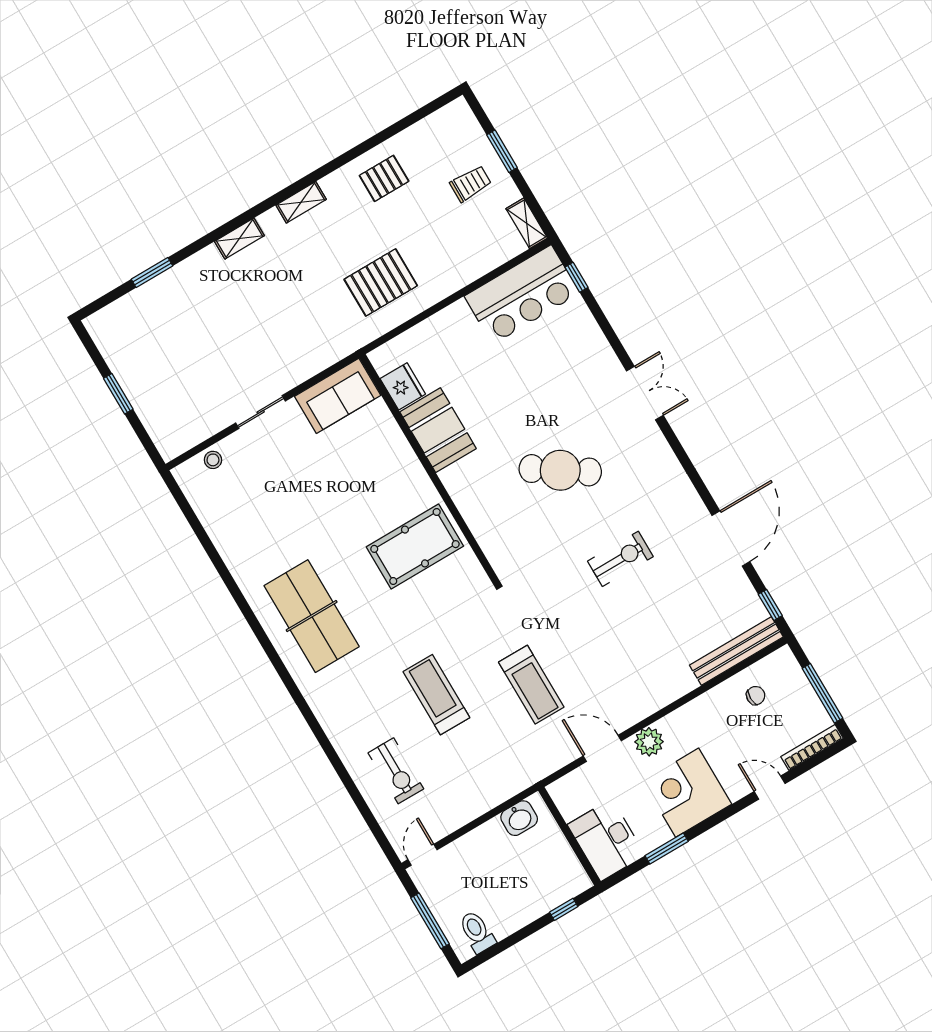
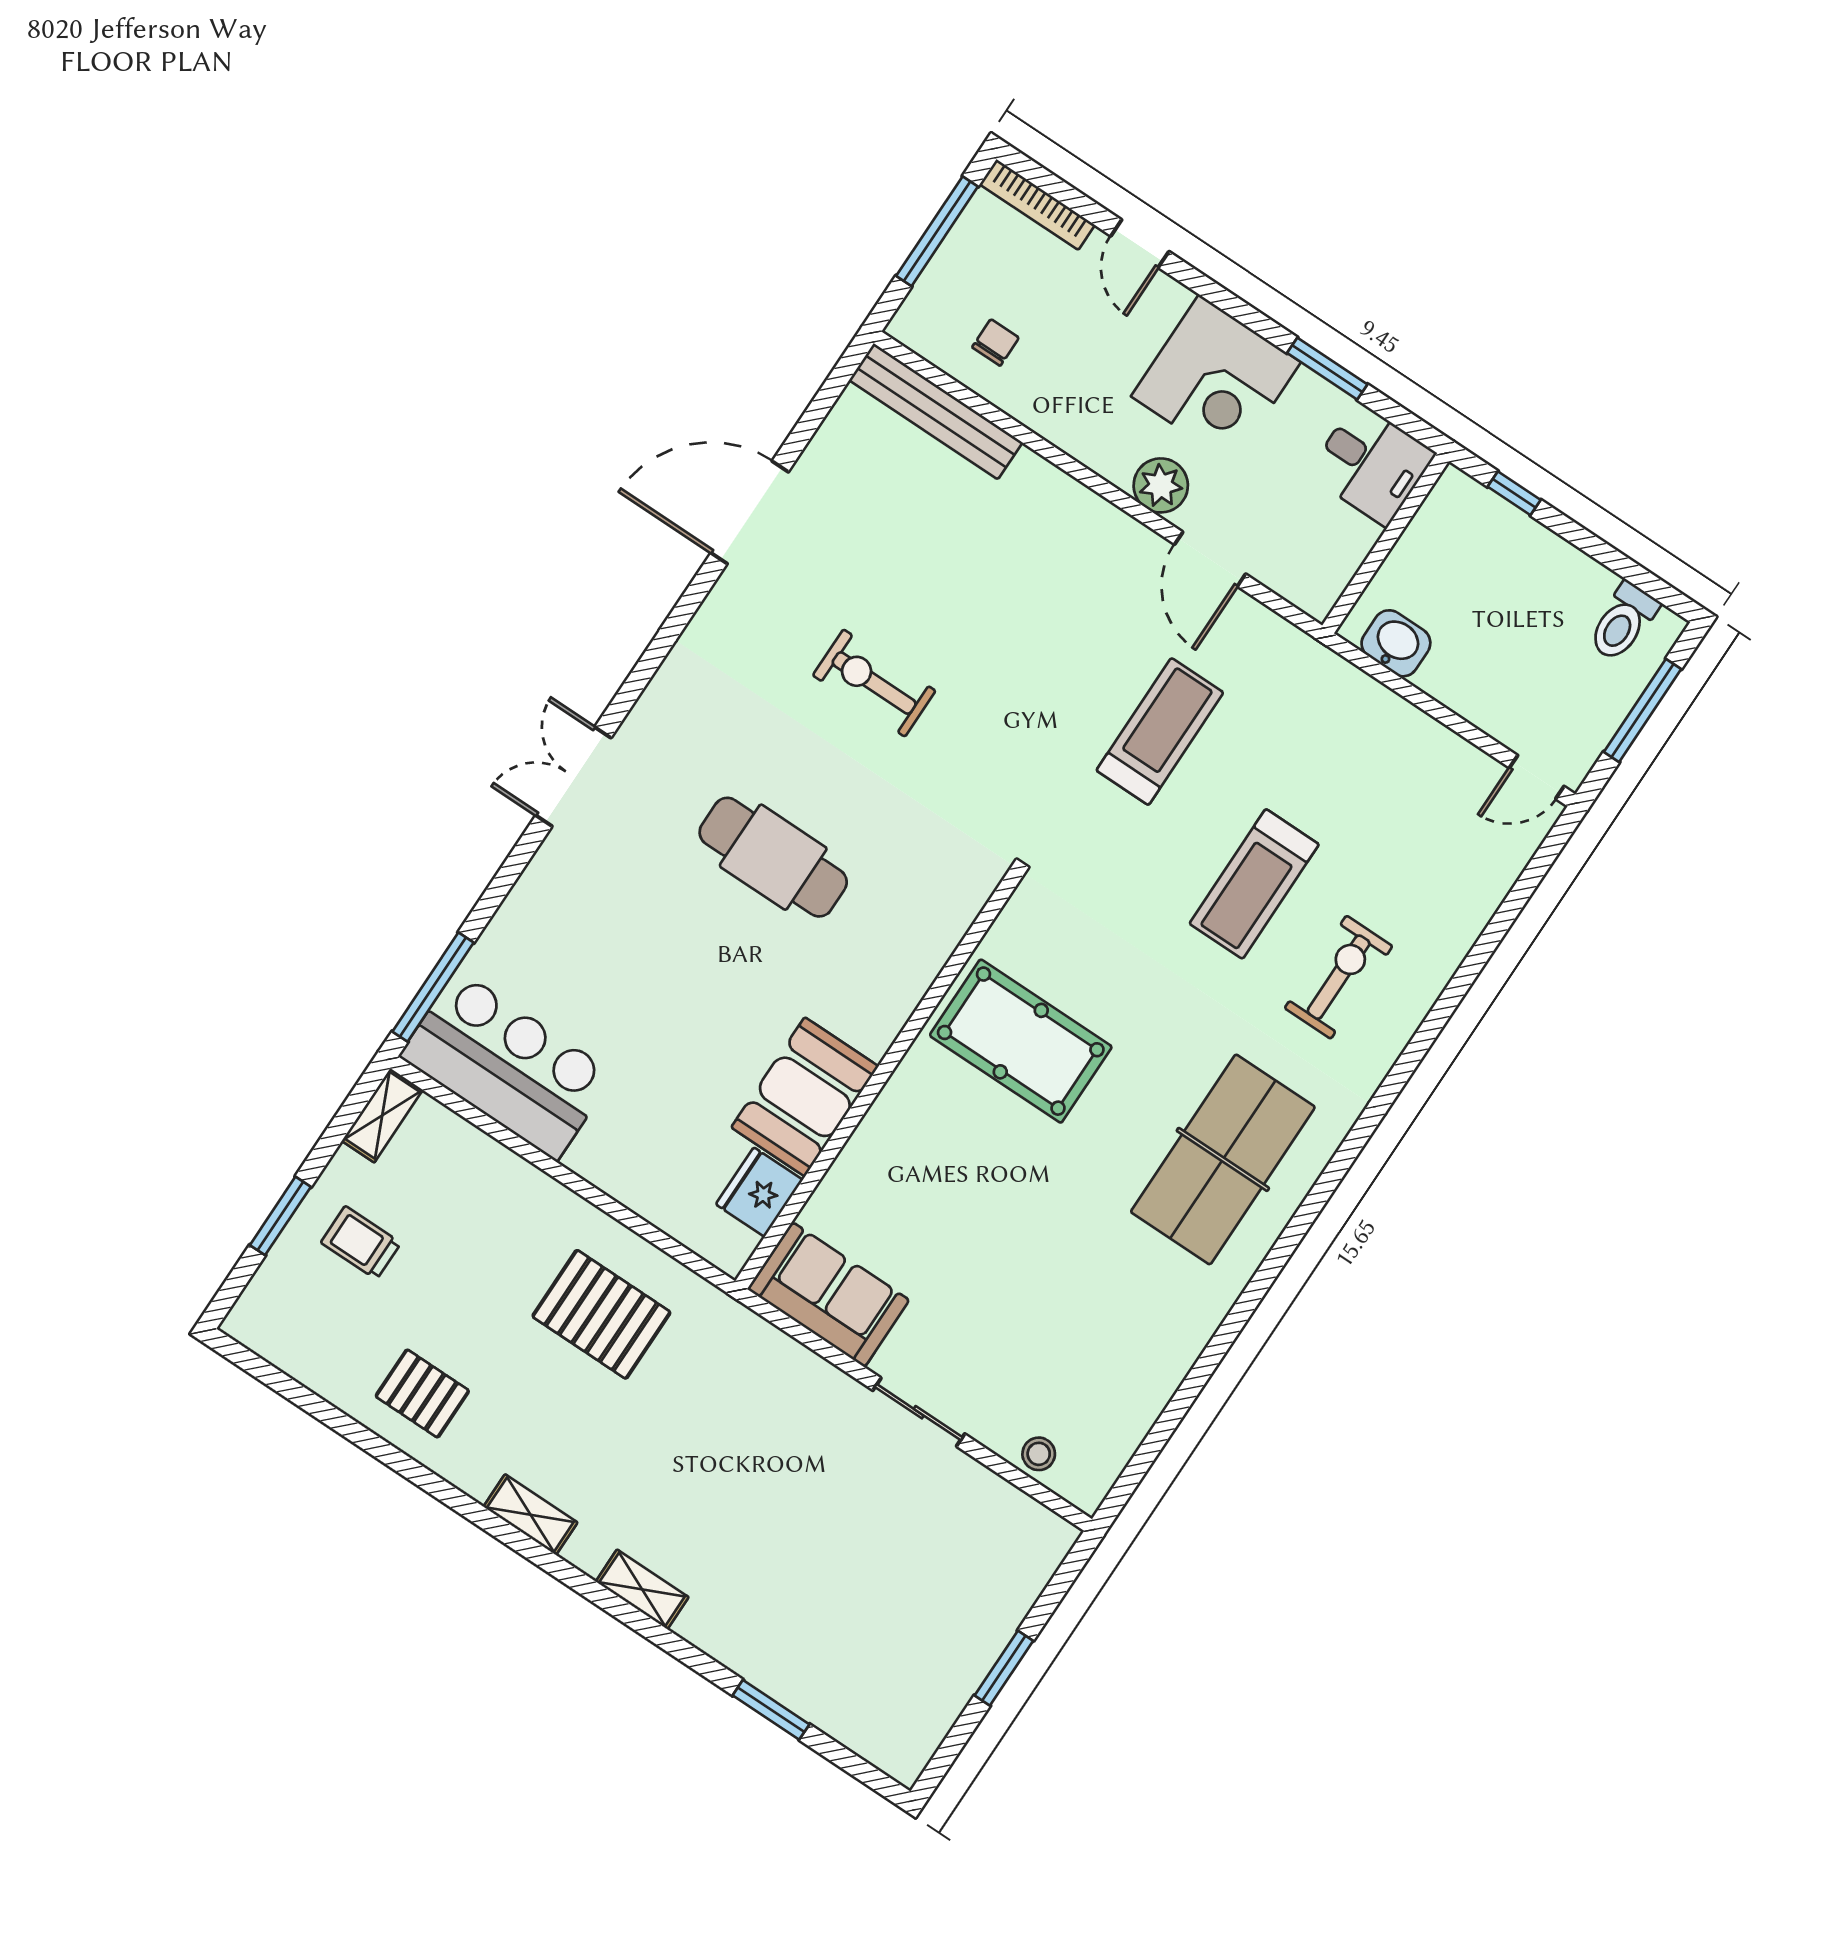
window: (576, 277) -> (433, 987), width x2.17
cafe table: (560, 470) -> (773, 857), turned -34
window: (770, 605) -> (830, 392), removed
chair: (756, 696) -> (995, 342), turned 90
exercise bike: (396, 771) -> (1339, 977), moved
desk: (606, 840) -> (1371, 464), width x0.73

